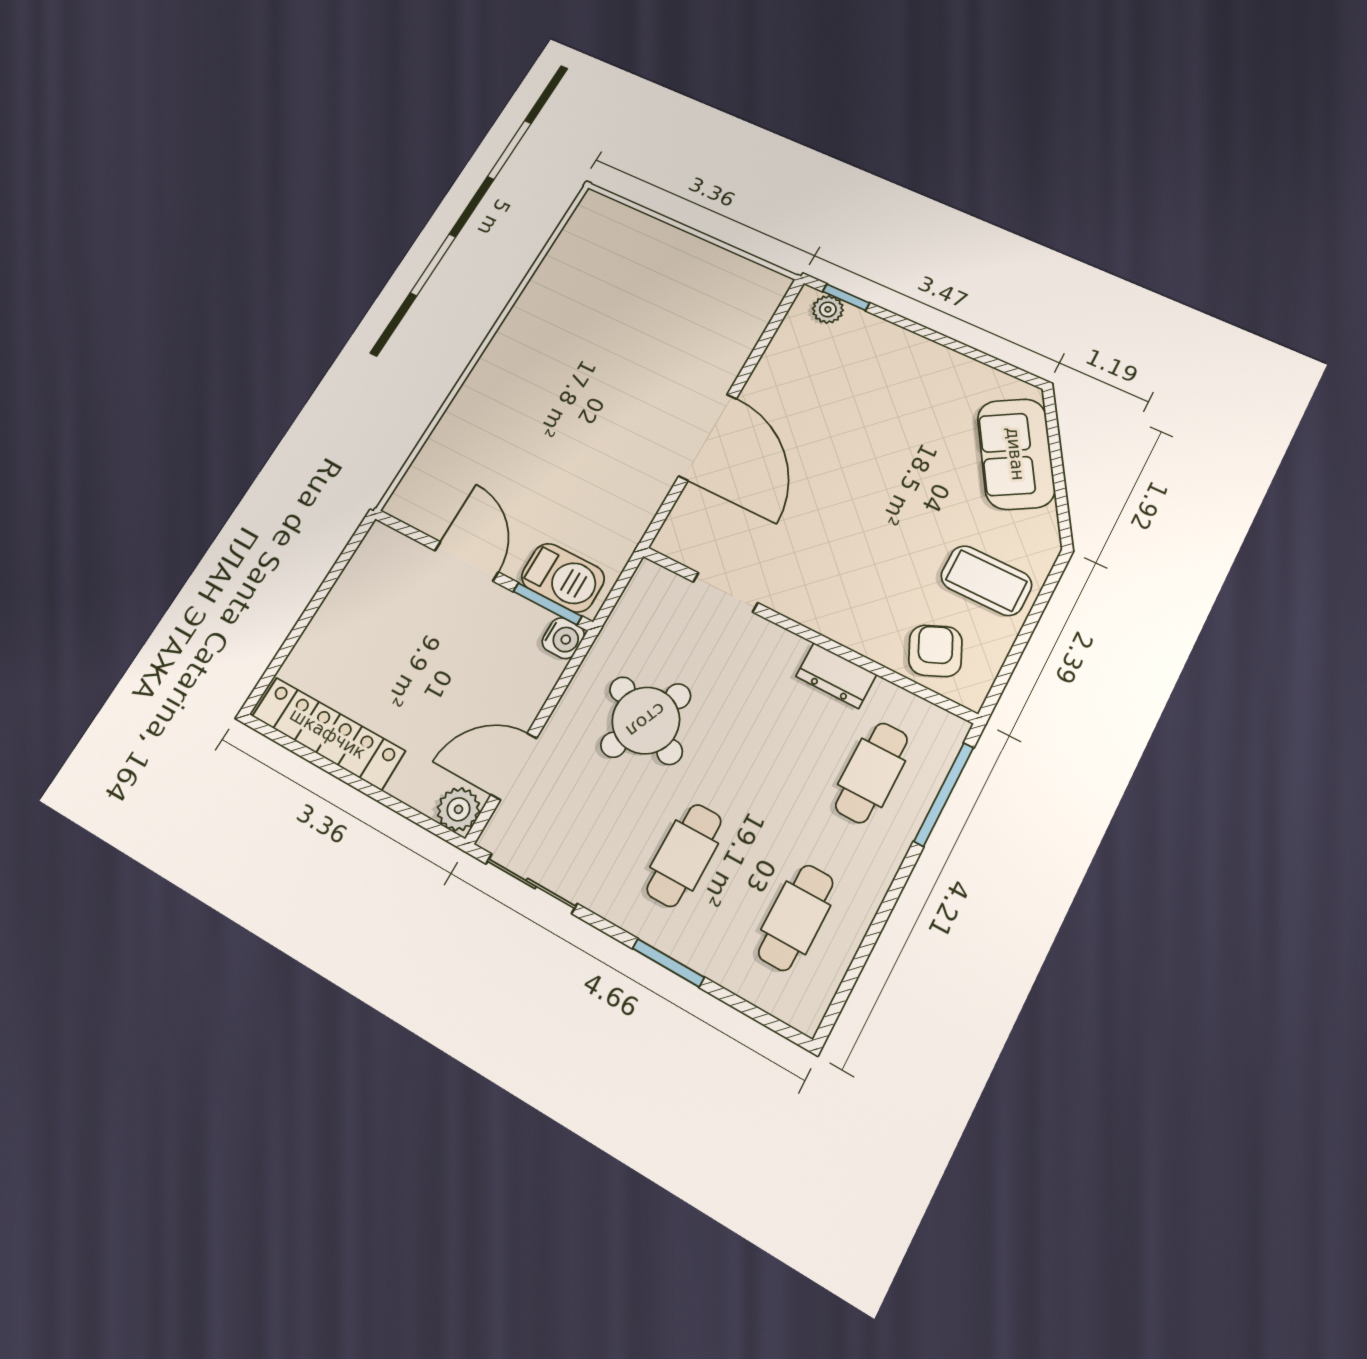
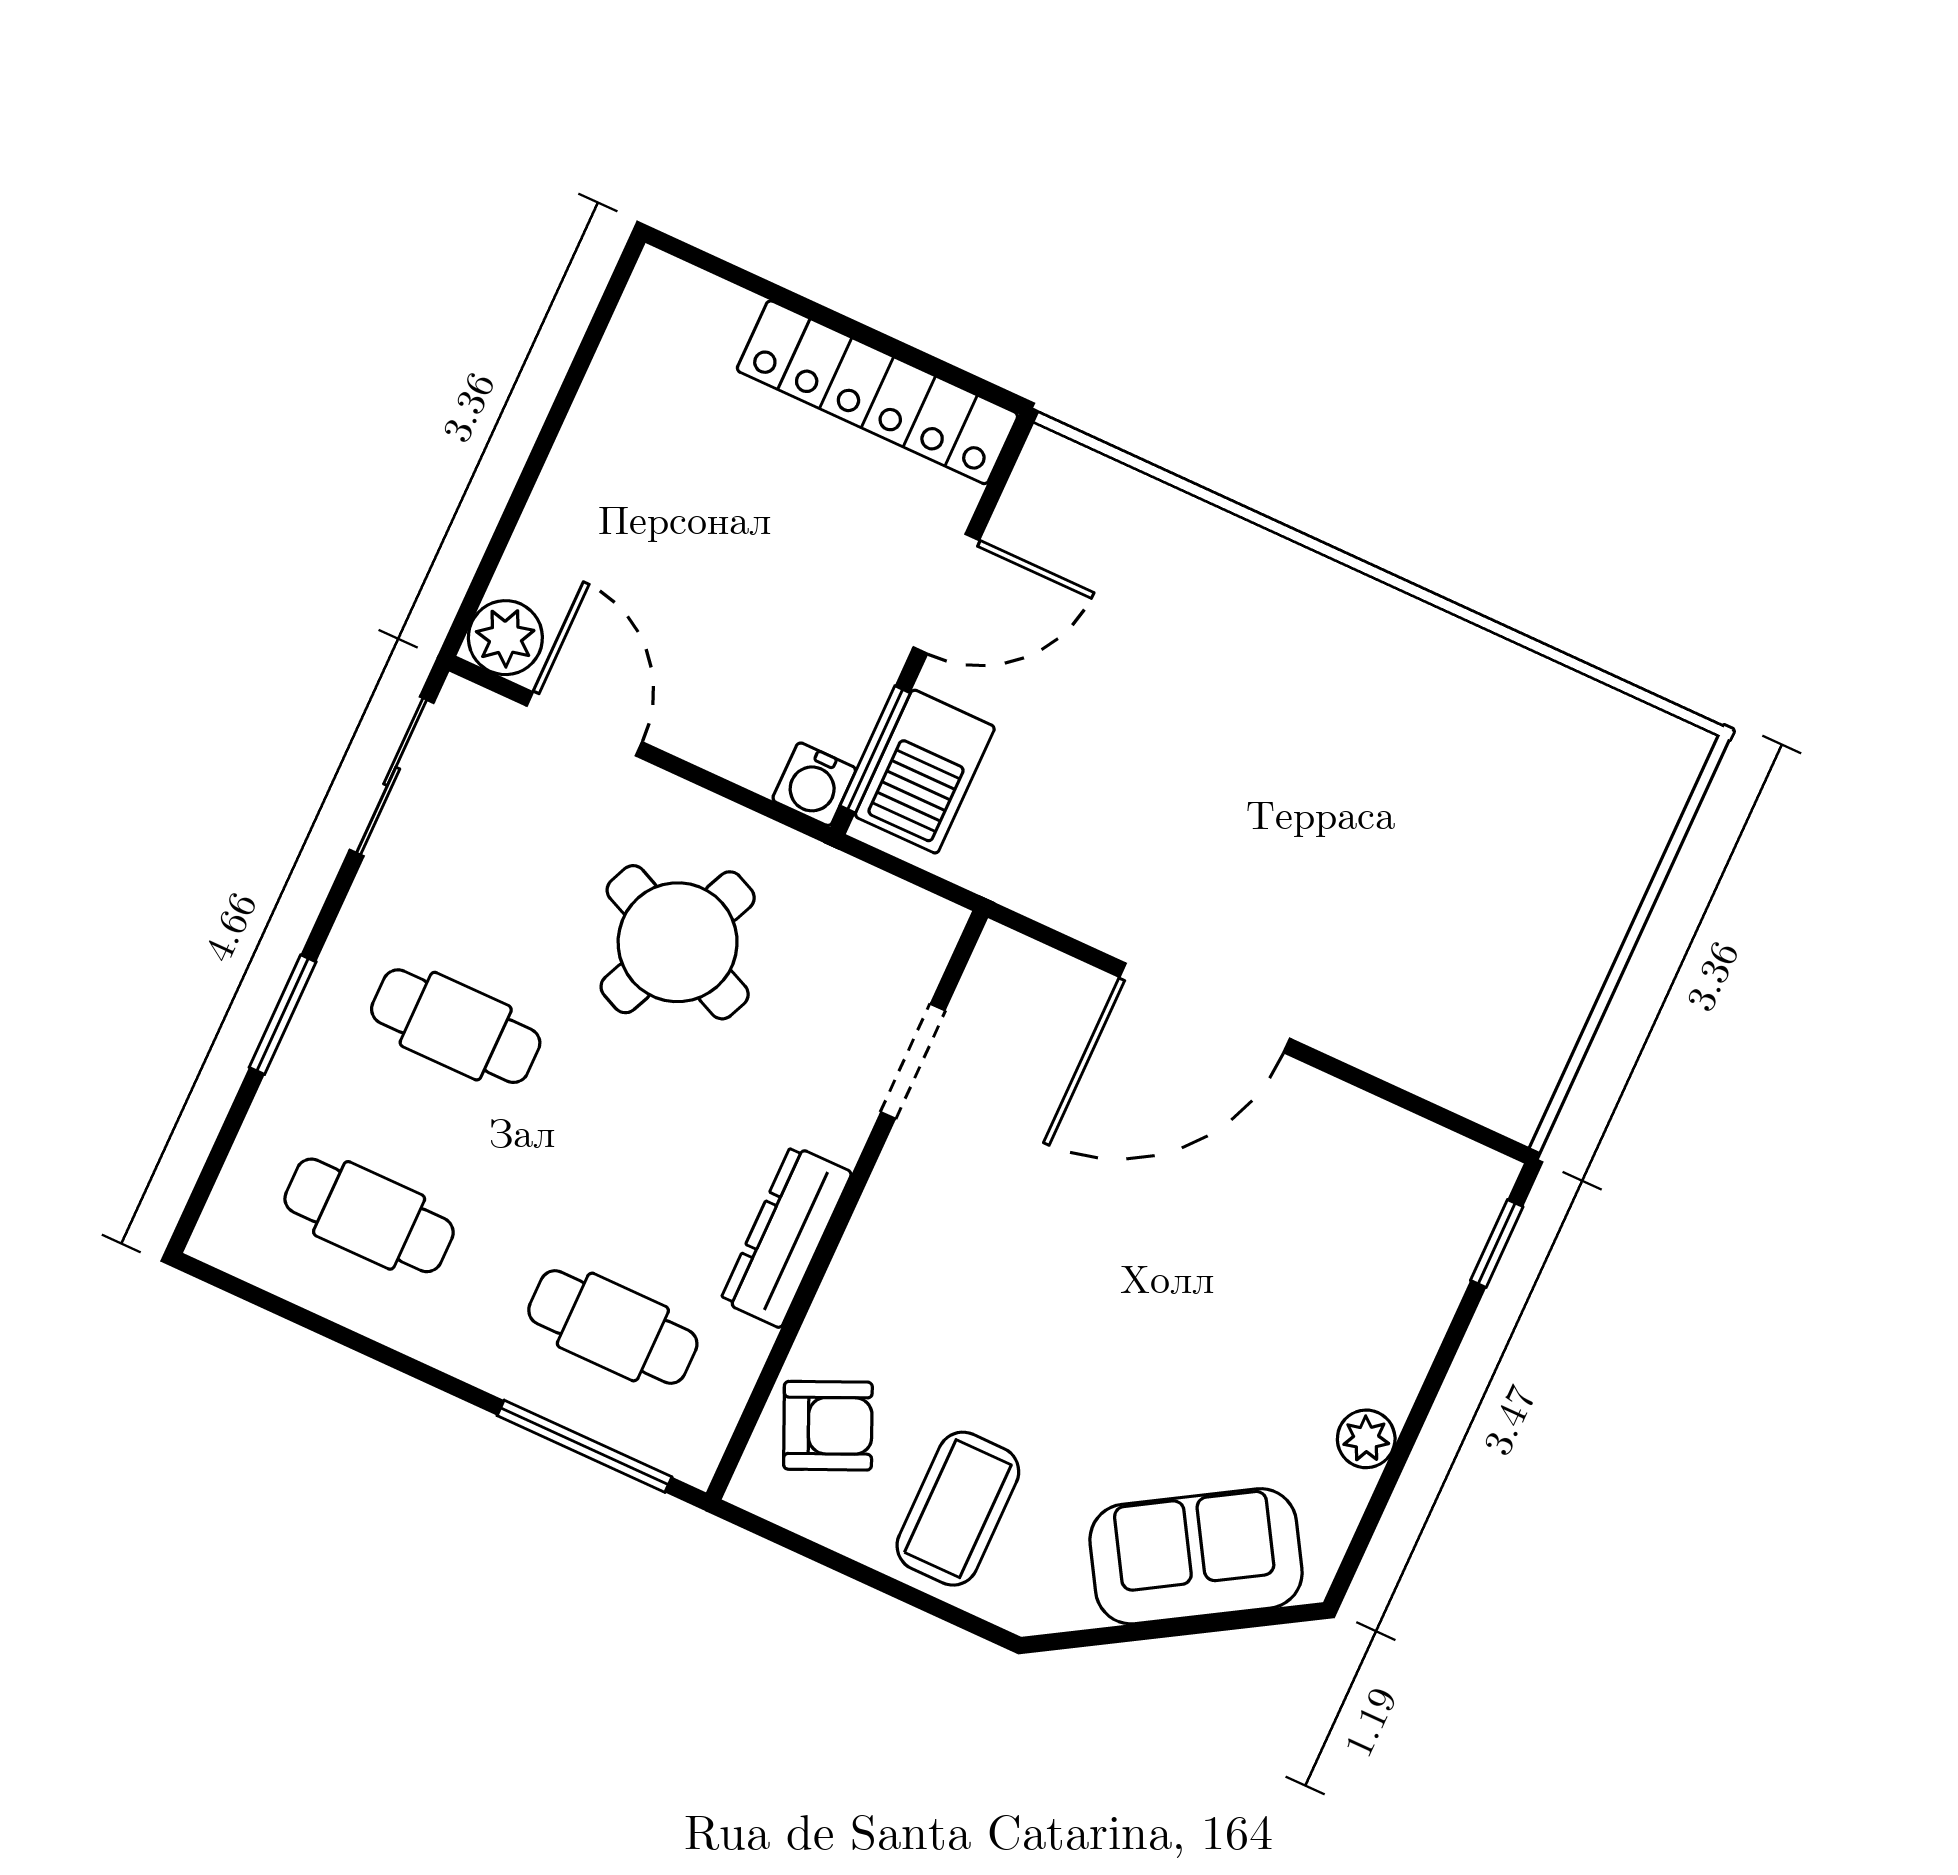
plant: (828, 309) -> (1366, 1439), moved
dresser: (836, 675) -> (786, 1237), width x1.44
locker: (328, 733) -> (877, 392), moved, turned 90

